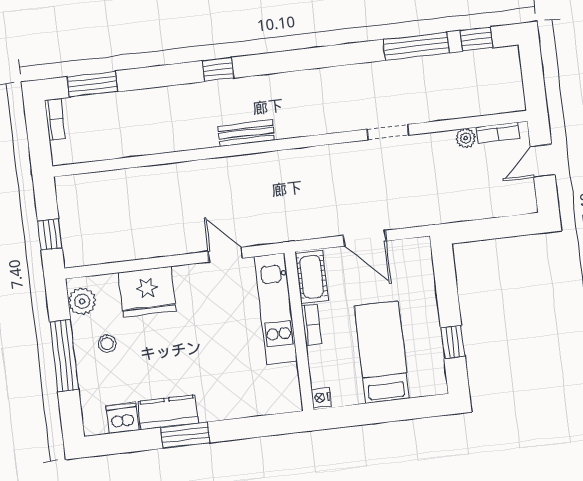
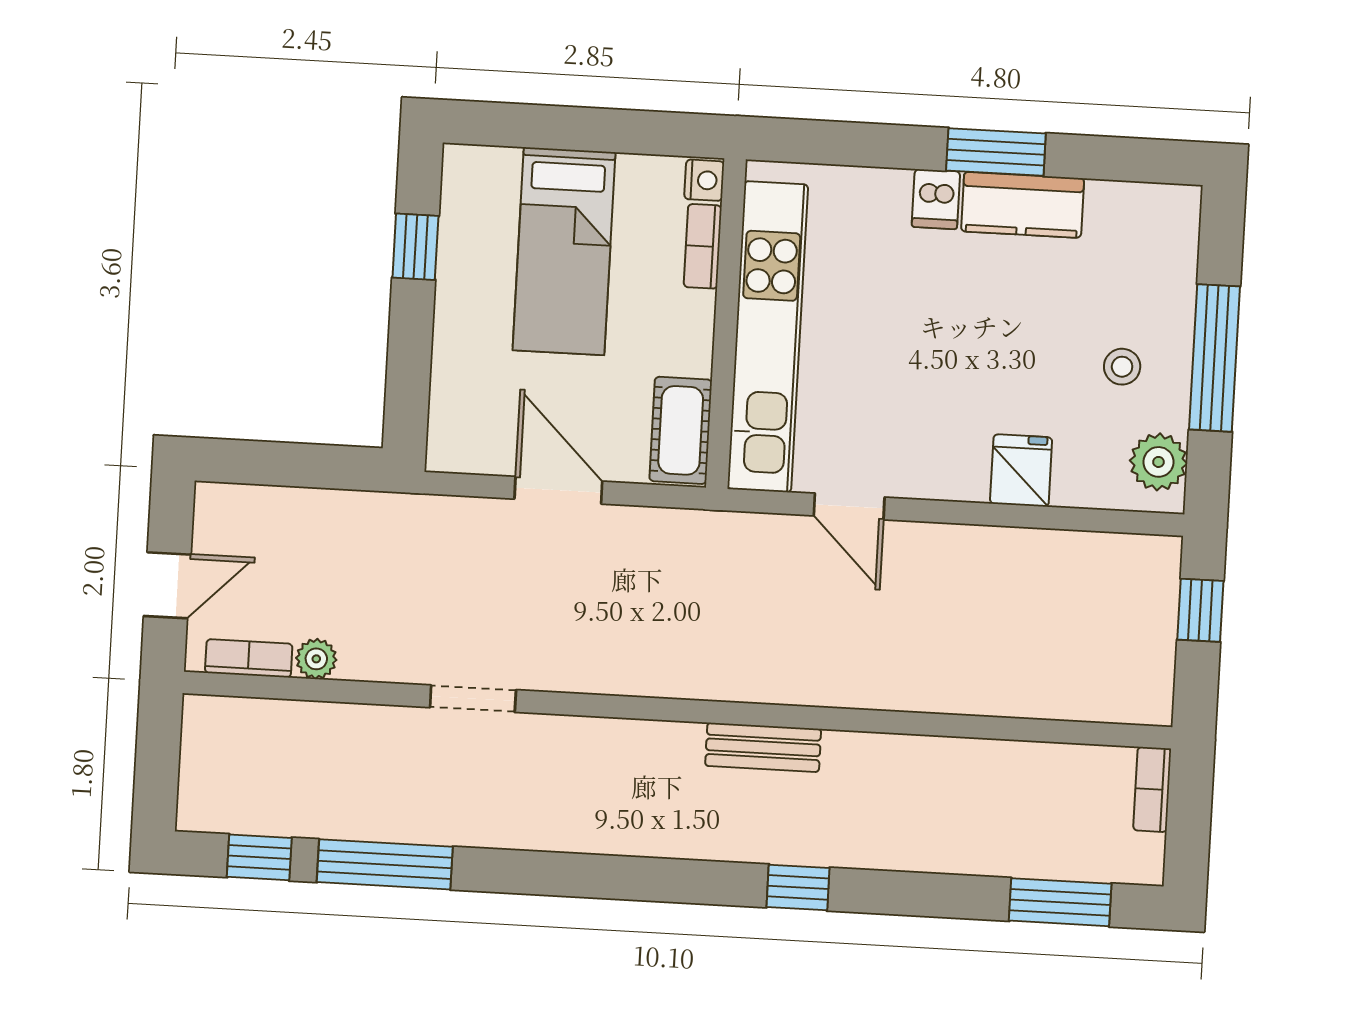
bookcase: (55, 119) -> (1152, 789), moved
fridge: (147, 292) -> (1021, 470), width x0.53, depth x0.75
kitchen unit: (276, 309) -> (768, 337), width x1.36
bookcase: (312, 325) -> (703, 246), moved
dishwasher: (122, 418) -> (936, 199), moved, width x0.73

